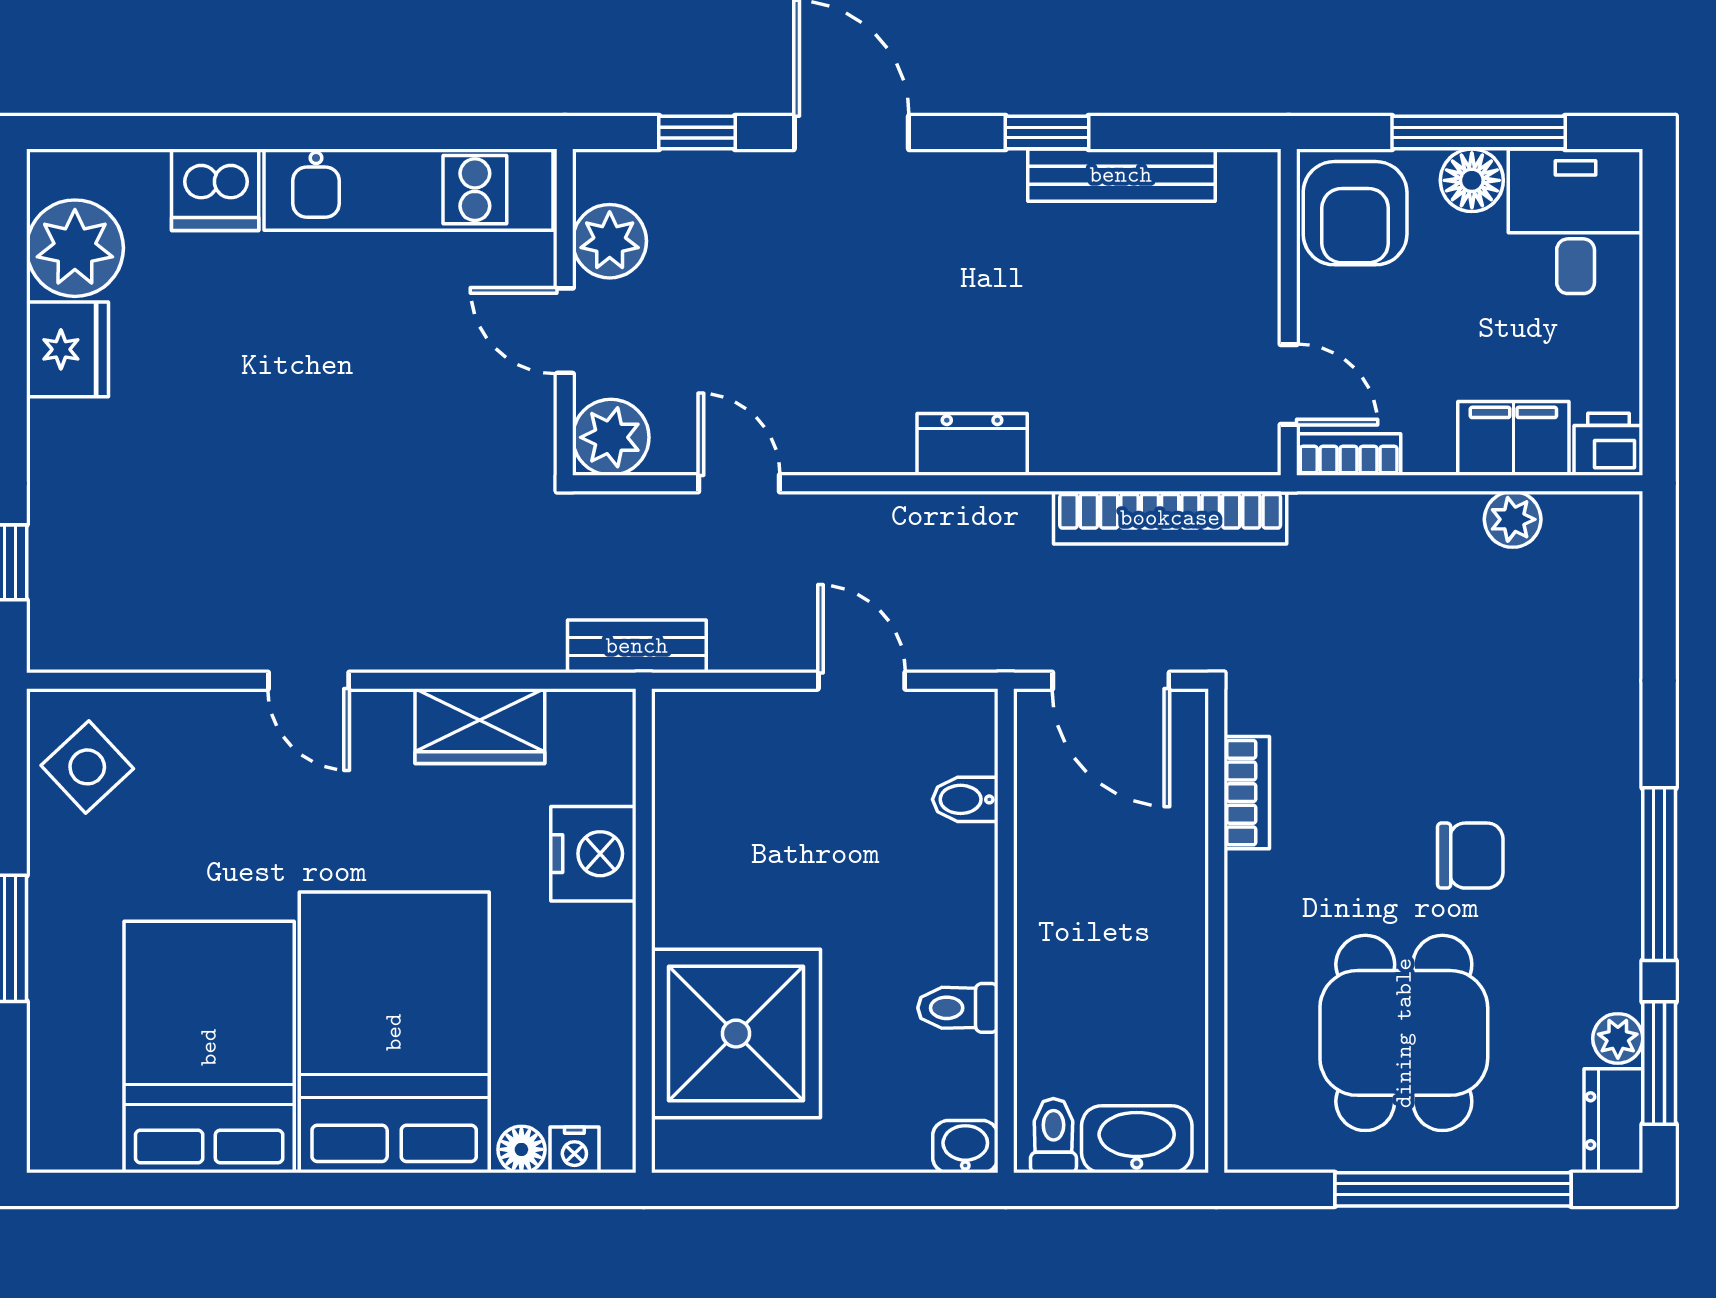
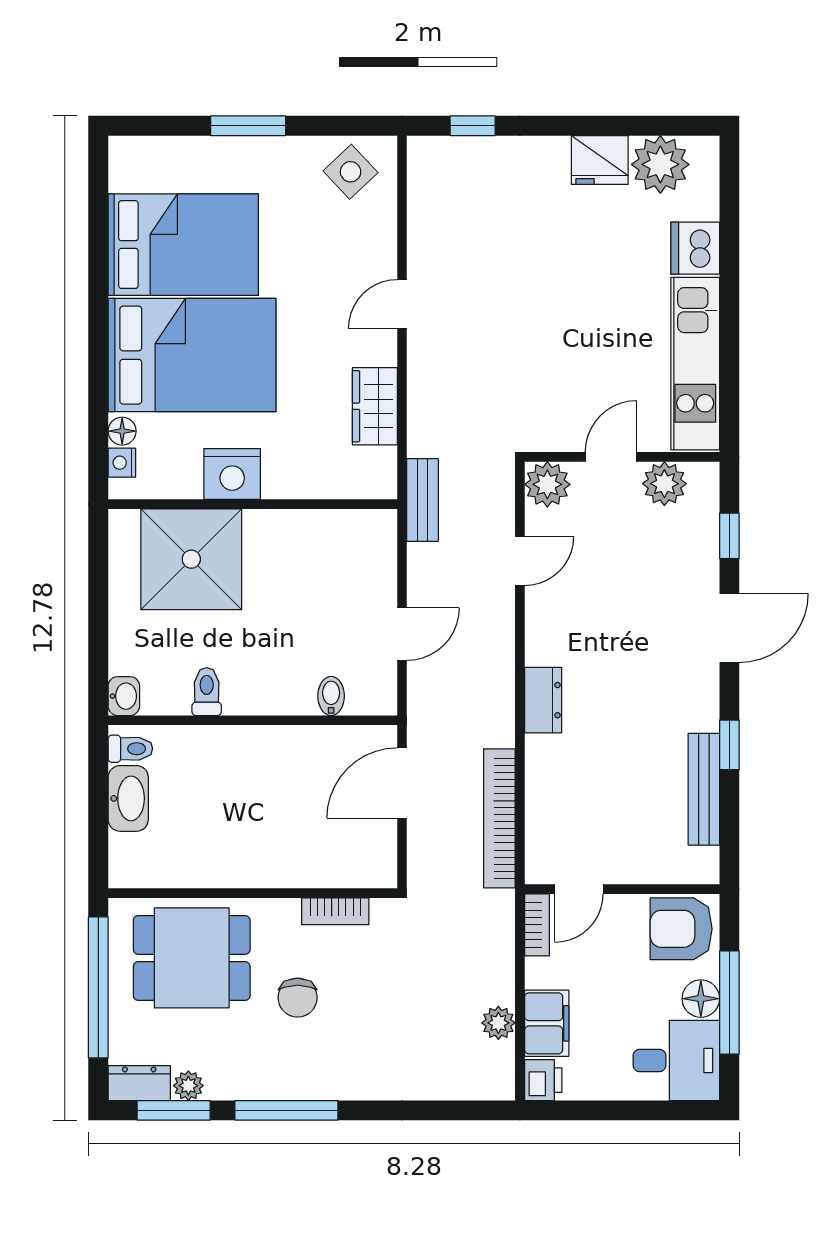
bookcase: (1247, 793) -> (335, 911), moved
nightstand: (593, 854) -> (232, 474), moved
wall: (1216, 931) -> (253, 893), moved

